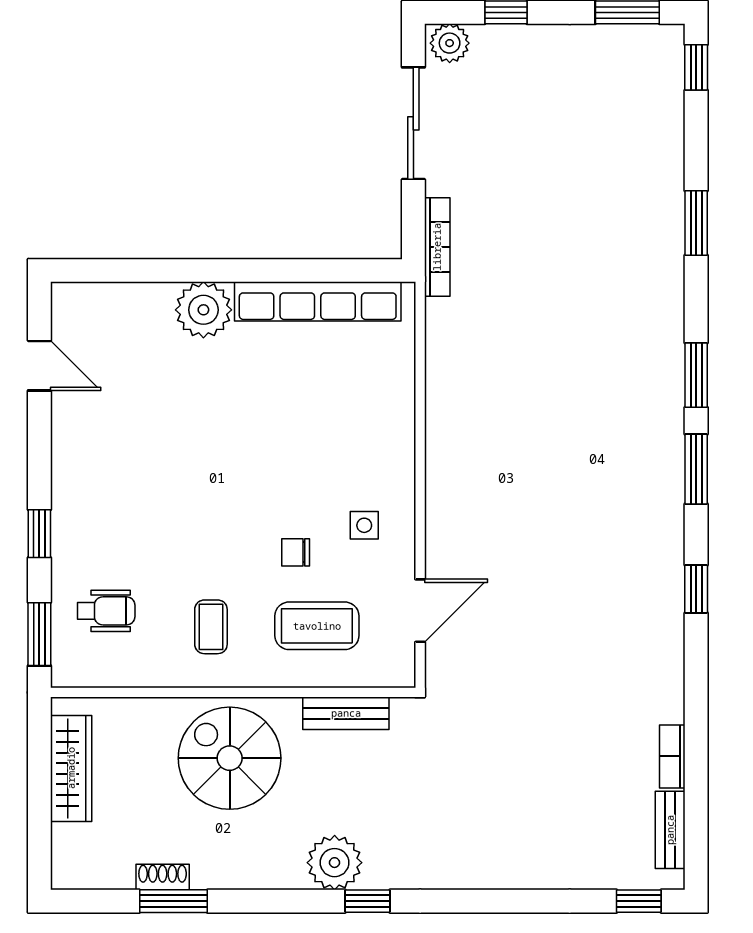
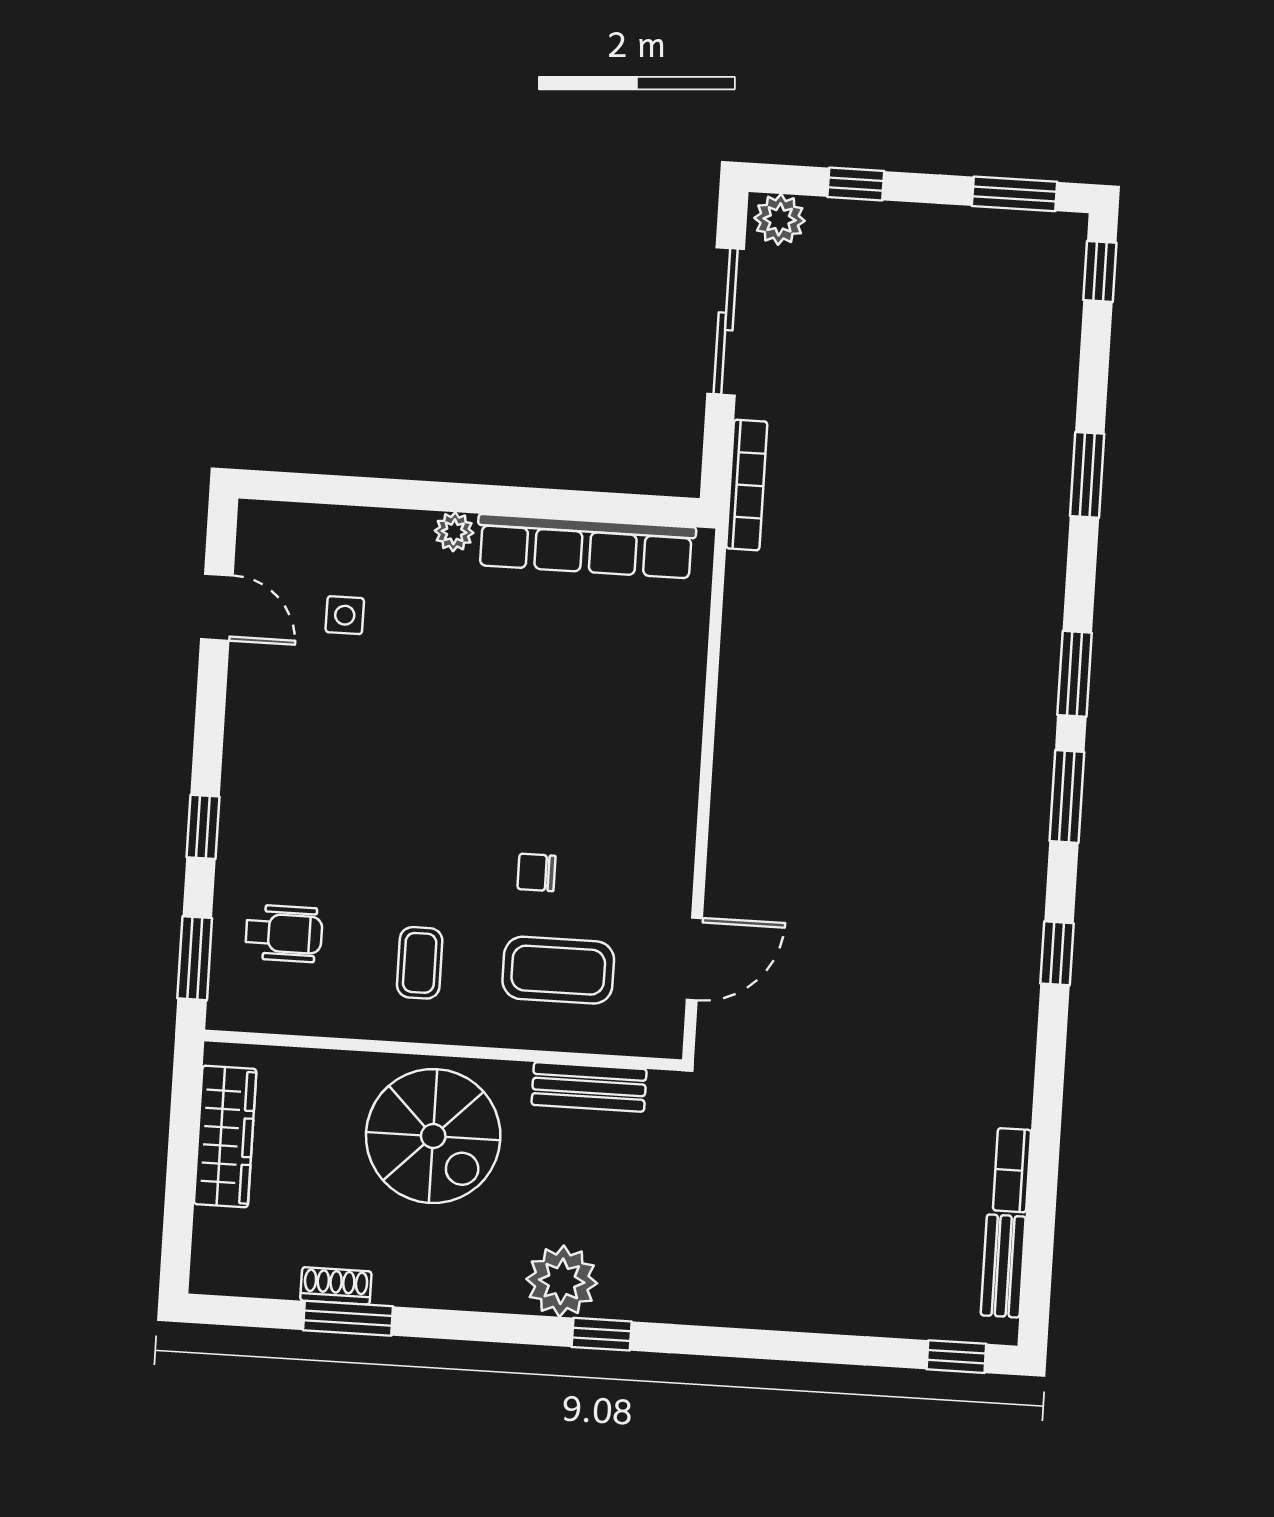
plant: (203, 310) -> (454, 532), width x0.53, depth x0.53
side table: (364, 525) -> (345, 615), moved
spiral stairs: (230, 758) -> (433, 1136), turned 180

